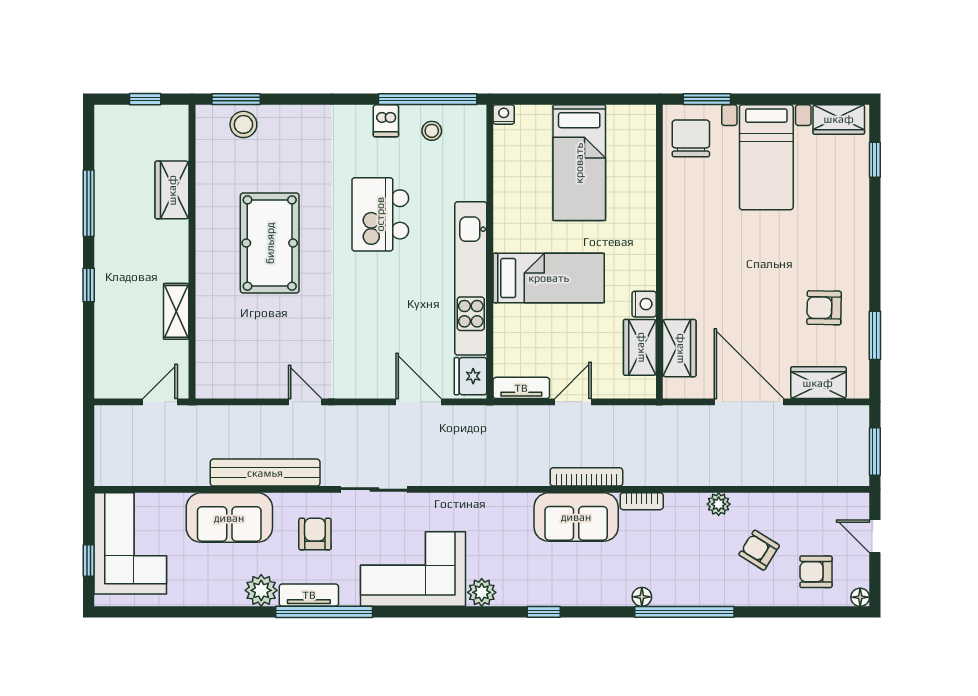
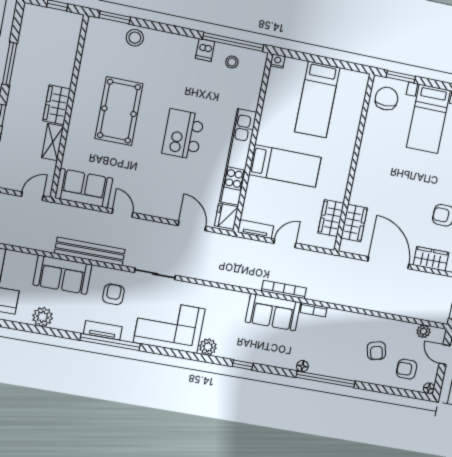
stool: (243, 124) -> (135, 38), moved
wardrobe: (172, 190) -> (57, 105), moved
kitchen island: (380, 214) -> (183, 134), moved
nightstand: (644, 304) -> (339, 193), removed
sofa: (237, 374) -> (84, 188), added
plant: (719, 504) -> (423, 331), moved
armchair: (759, 550) -> (376, 351), turned -135
plant: (261, 590) -> (43, 317), moved

